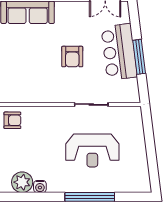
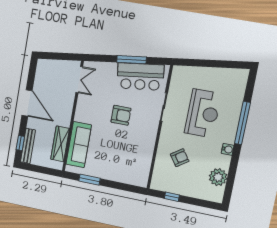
bar counter: (119, 52) -> (140, 77), moved
armchair: (12, 120) -> (180, 158), moved, turned 55
water cooler: (40, 187) -> (228, 149), moved

